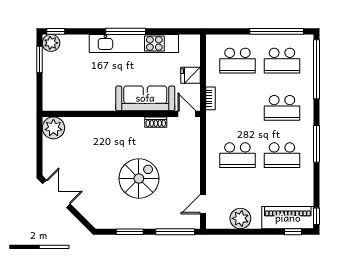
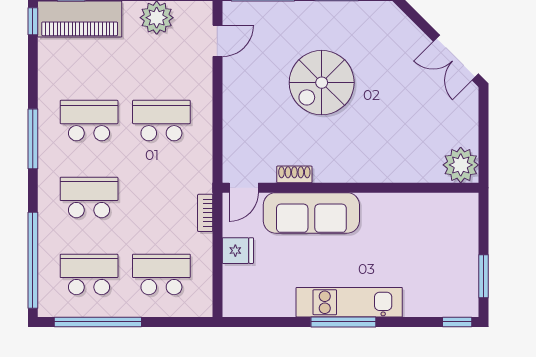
plant: (51, 43) -> (465, 303), removed
kitchen unit: (134, 43) -> (349, 302), width x0.73
door: (187, 114) -> (244, 188), hinge flipped

